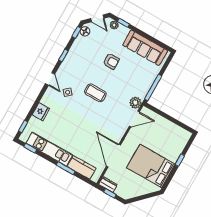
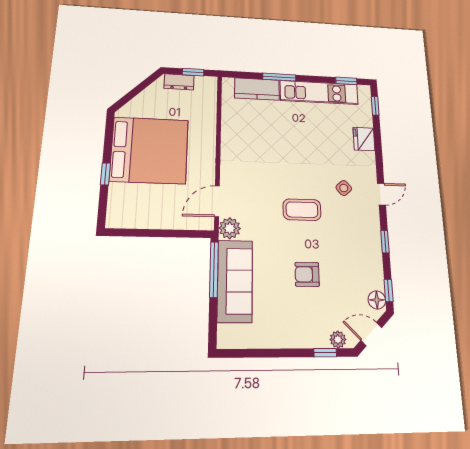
sofa: (145, 48) -> (235, 281), moved, turned 90
door: (50, 79) -> (382, 194), swing flipped
door: (113, 156) -> (219, 129), removed
bed: (151, 166) -> (149, 150), width x1.36
dresser: (108, 185) -> (179, 82), moved

